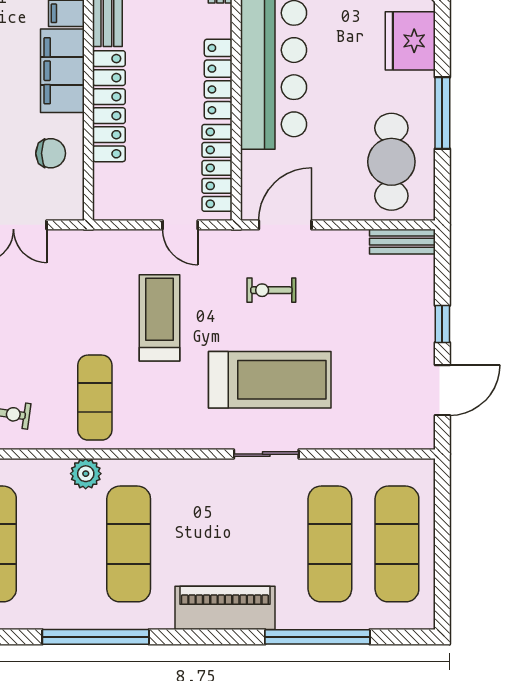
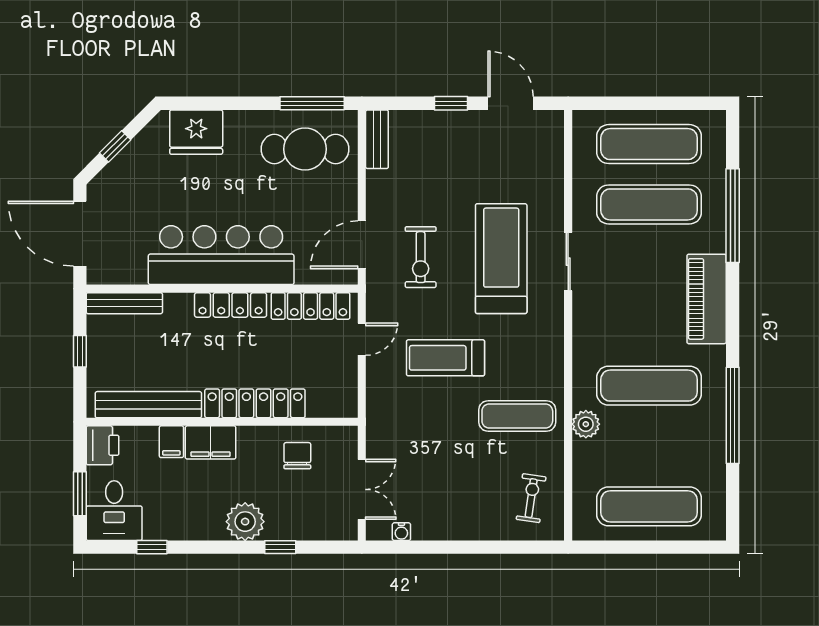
filing cabinet: (62, 71) -> (211, 442), width x0.67, depth x0.86
window: (442, 113) -> (312, 103), moved
door: (285, 225) -> (362, 245), hinge flipped
exercise bike: (271, 290) -> (421, 257), width x1.38, depth x1.39

